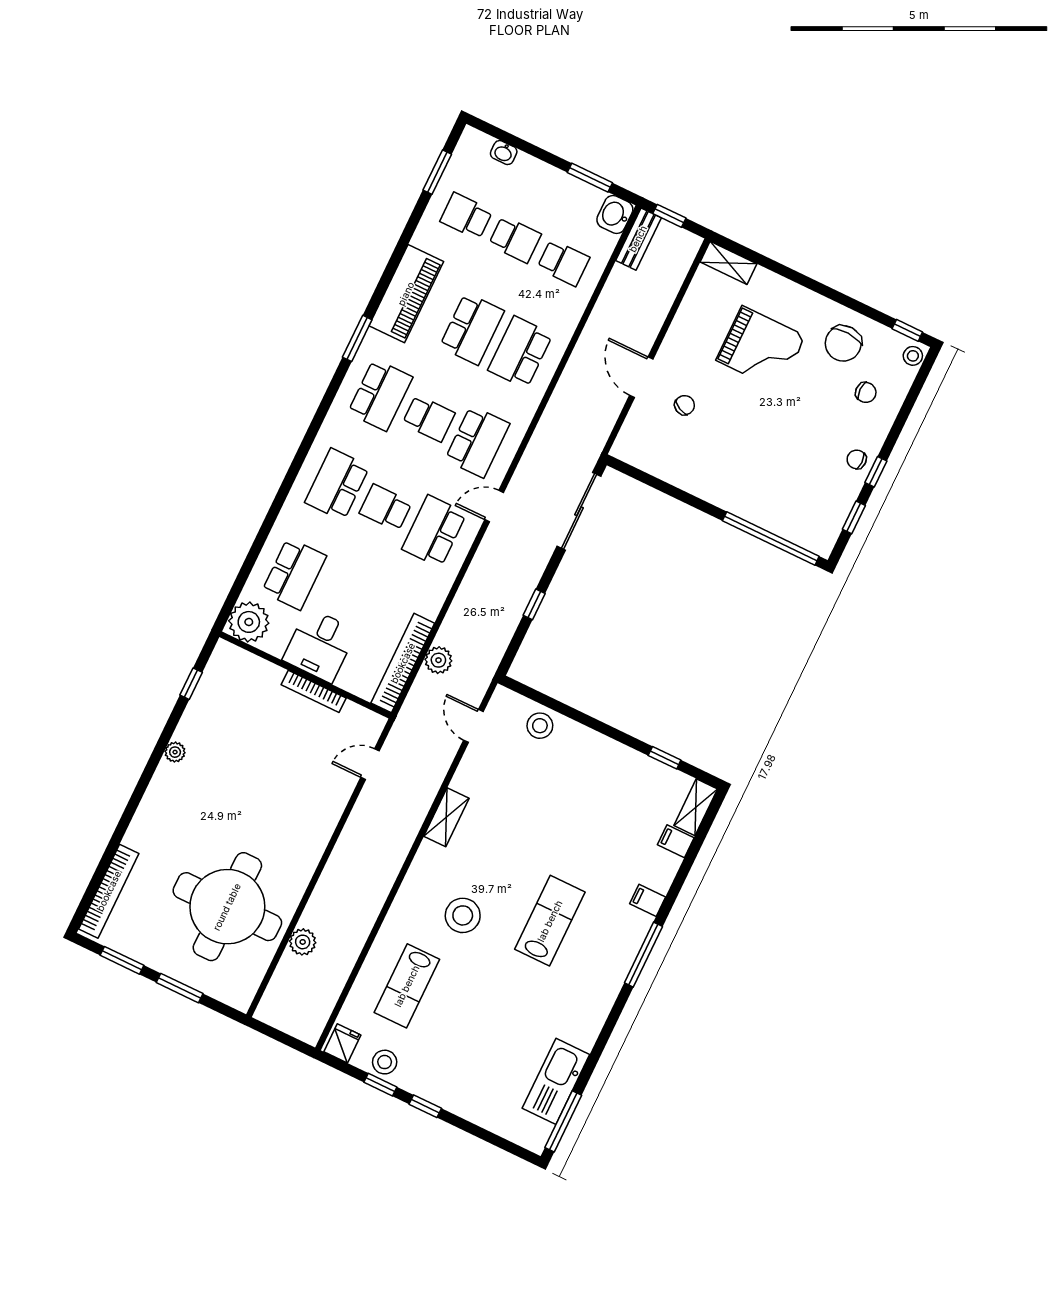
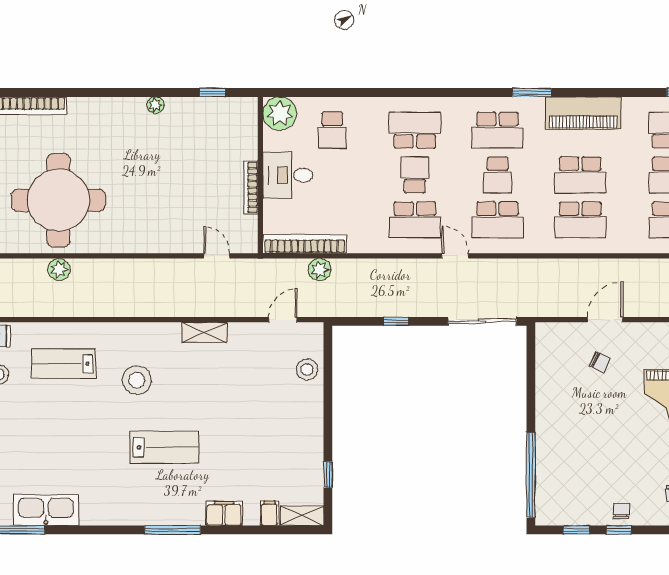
school desk: (520, 352) -> (580, 220), turned 180
school desk: (434, 531) -> (415, 220), turned 180
school desk: (294, 574) -> (332, 130), width x0.54
filing cabinet: (648, 900) -> (224, 513), width x2.00

